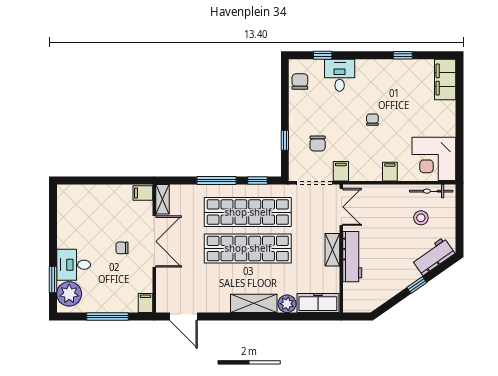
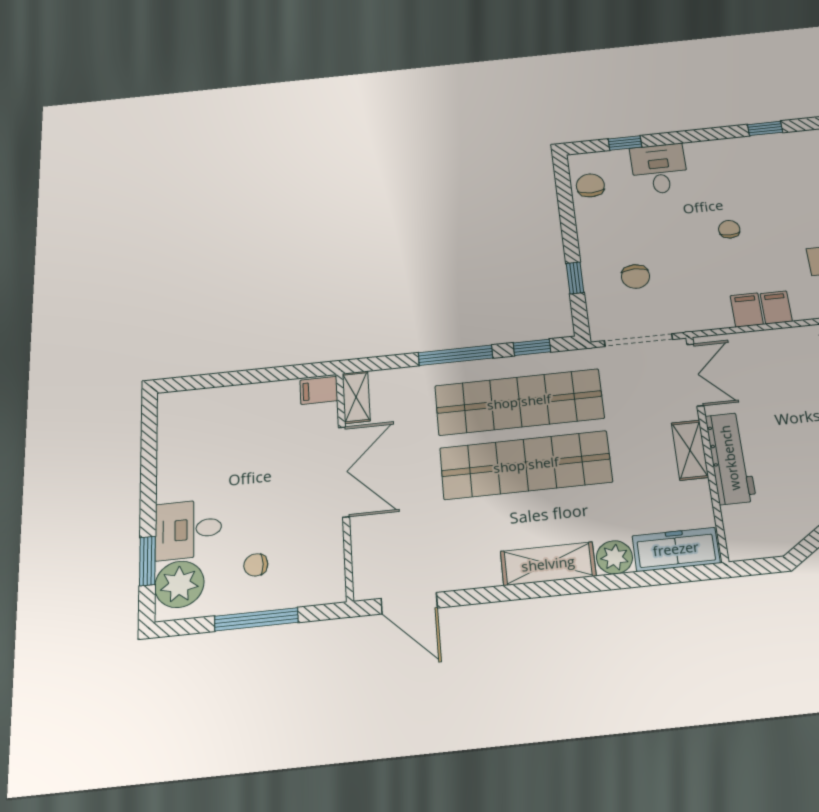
filing cabinet: (341, 171) -> (747, 310), moved
chair: (122, 248) -> (256, 565), moved
filing cabinet: (145, 303) -> (332, 586), removed

